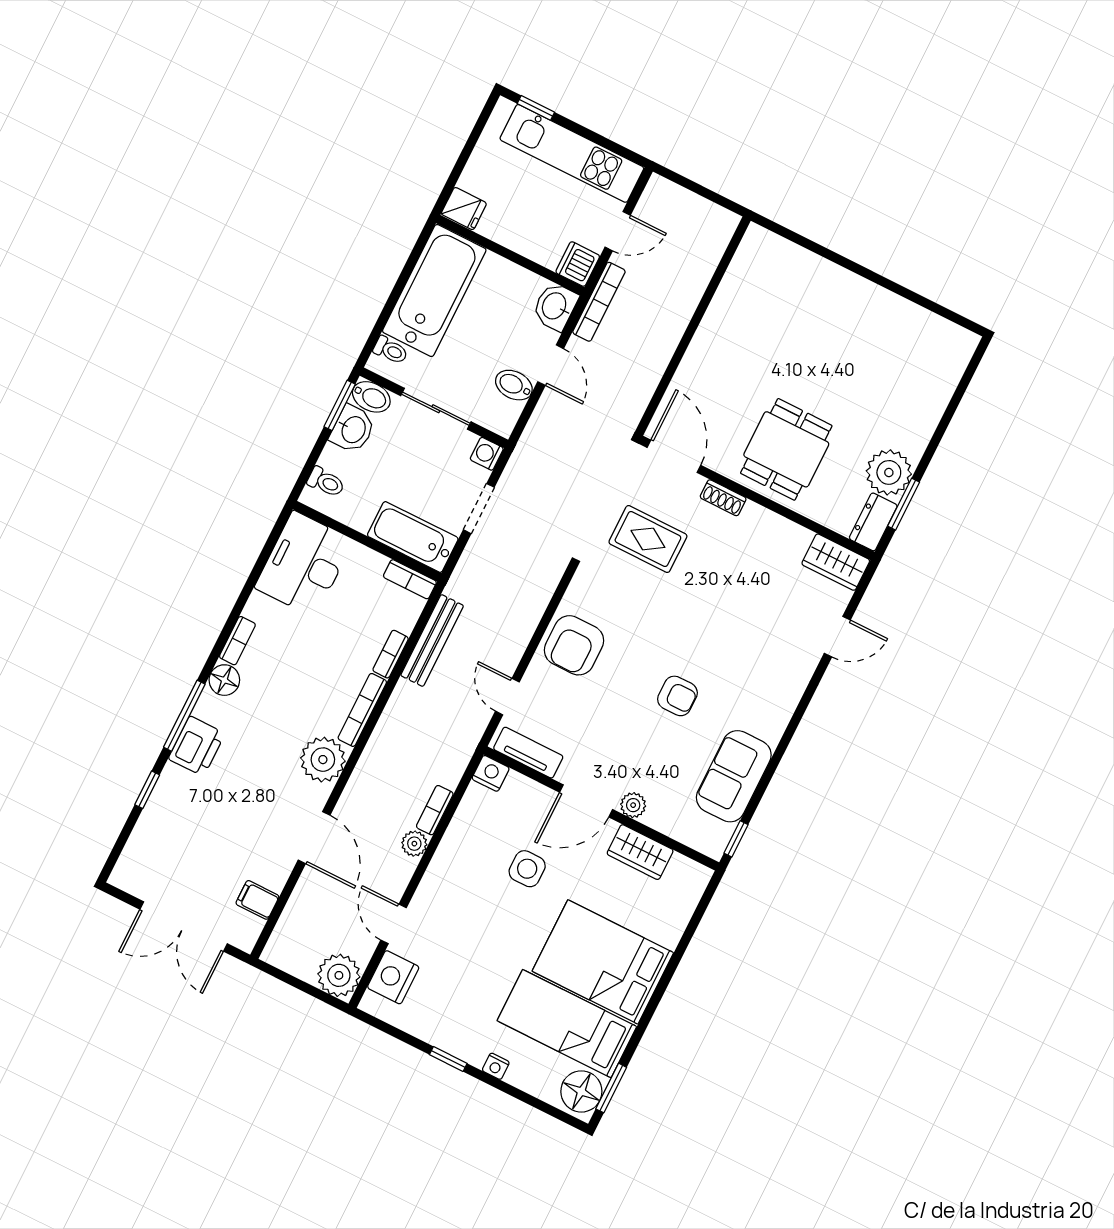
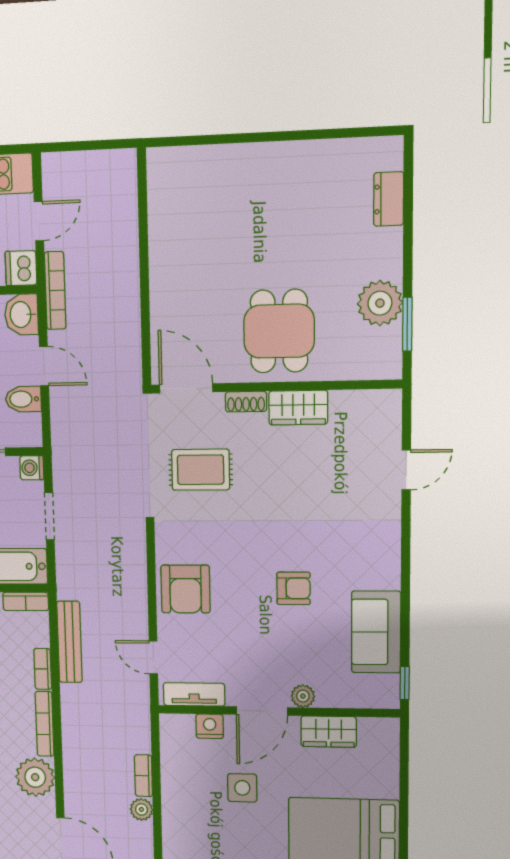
dresser: (873, 522) -> (389, 199), moved
wardrobe: (836, 562) -> (298, 408), moved
nightstand: (491, 773) -> (210, 726), moved

